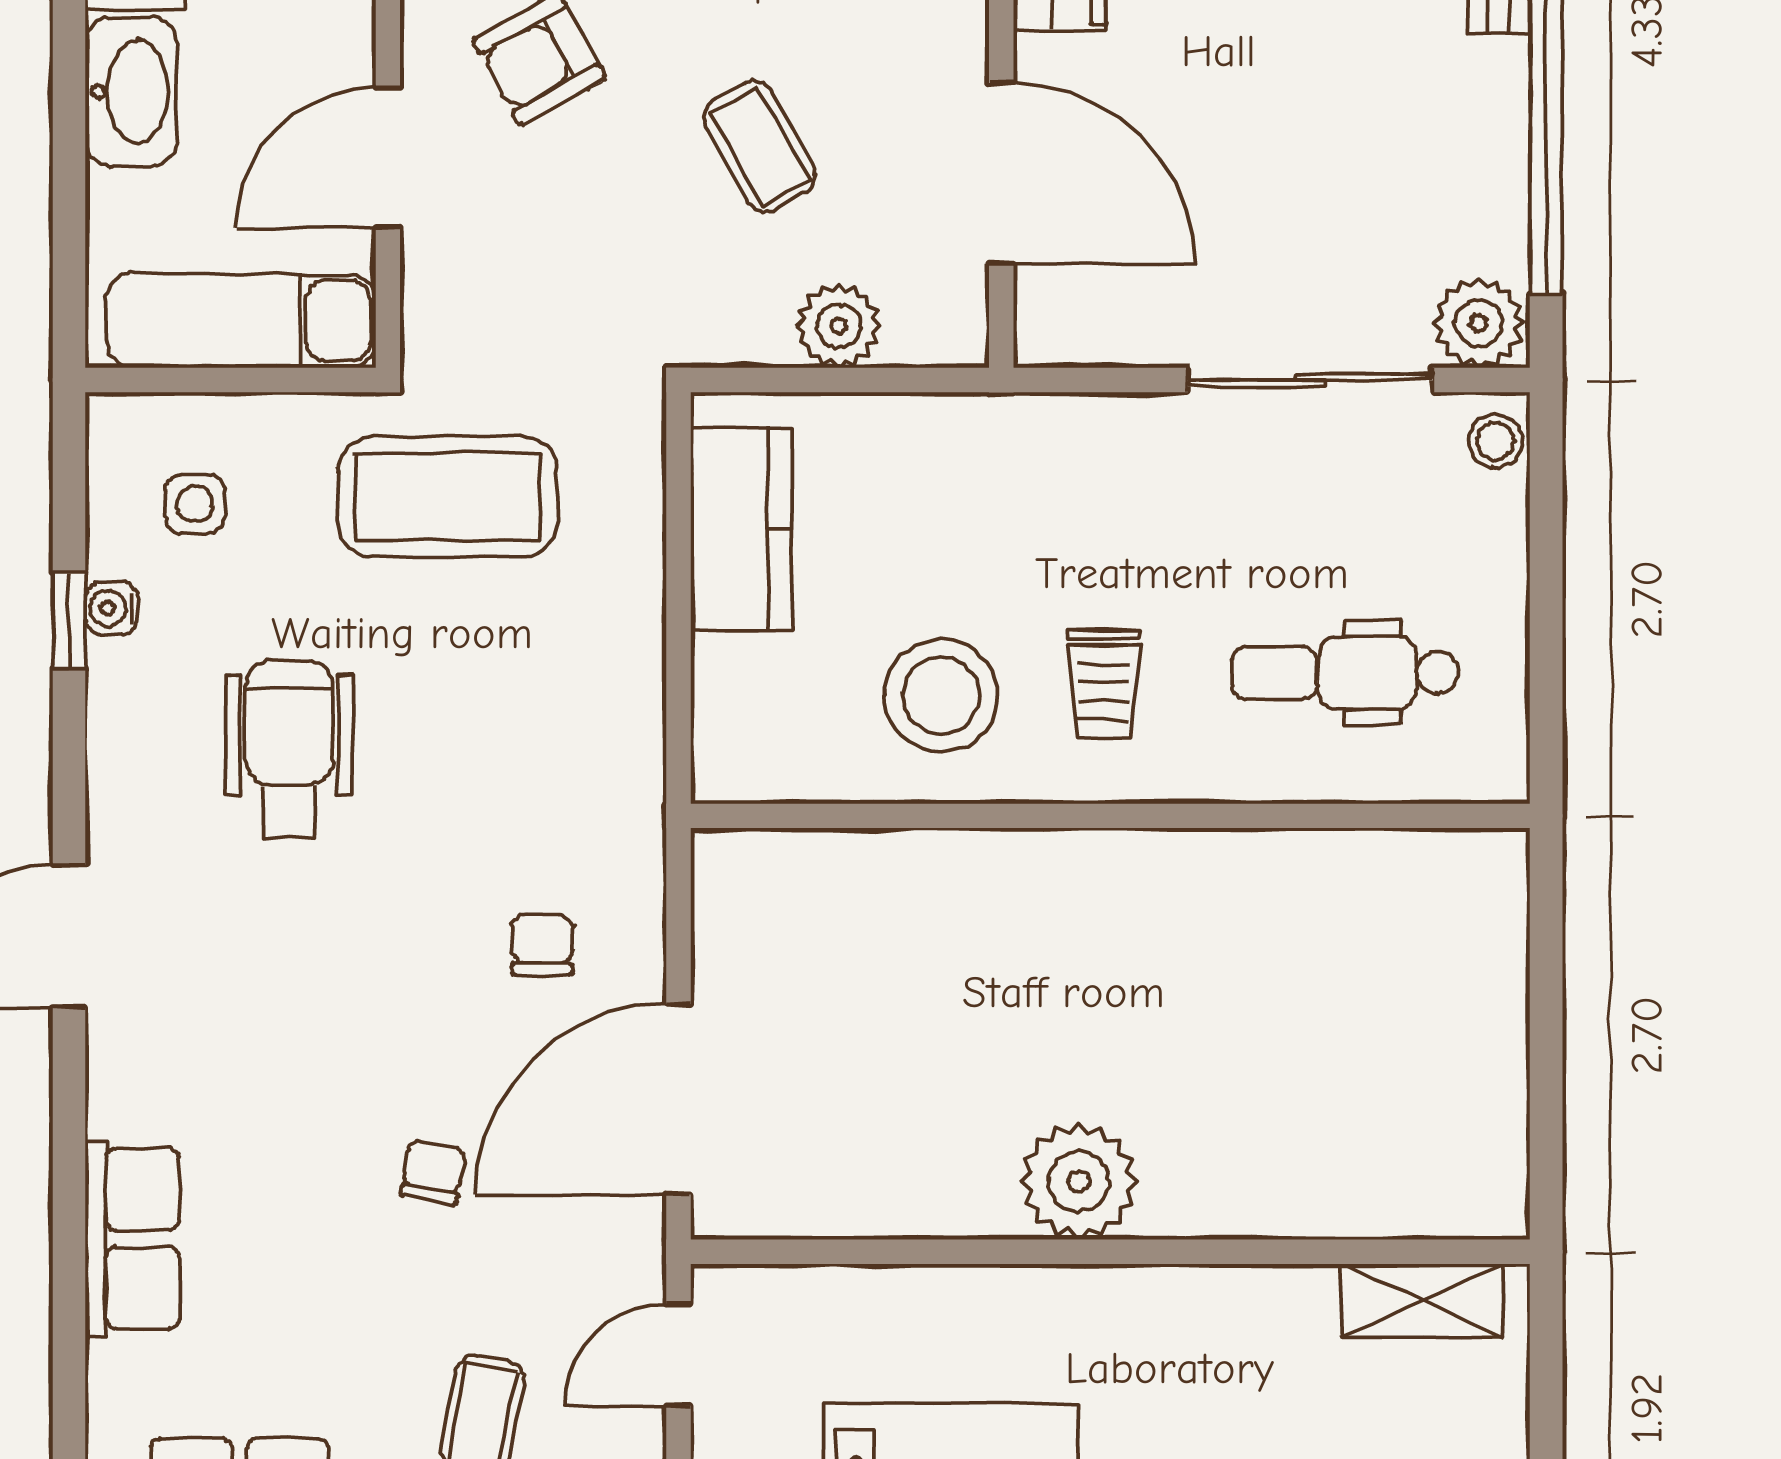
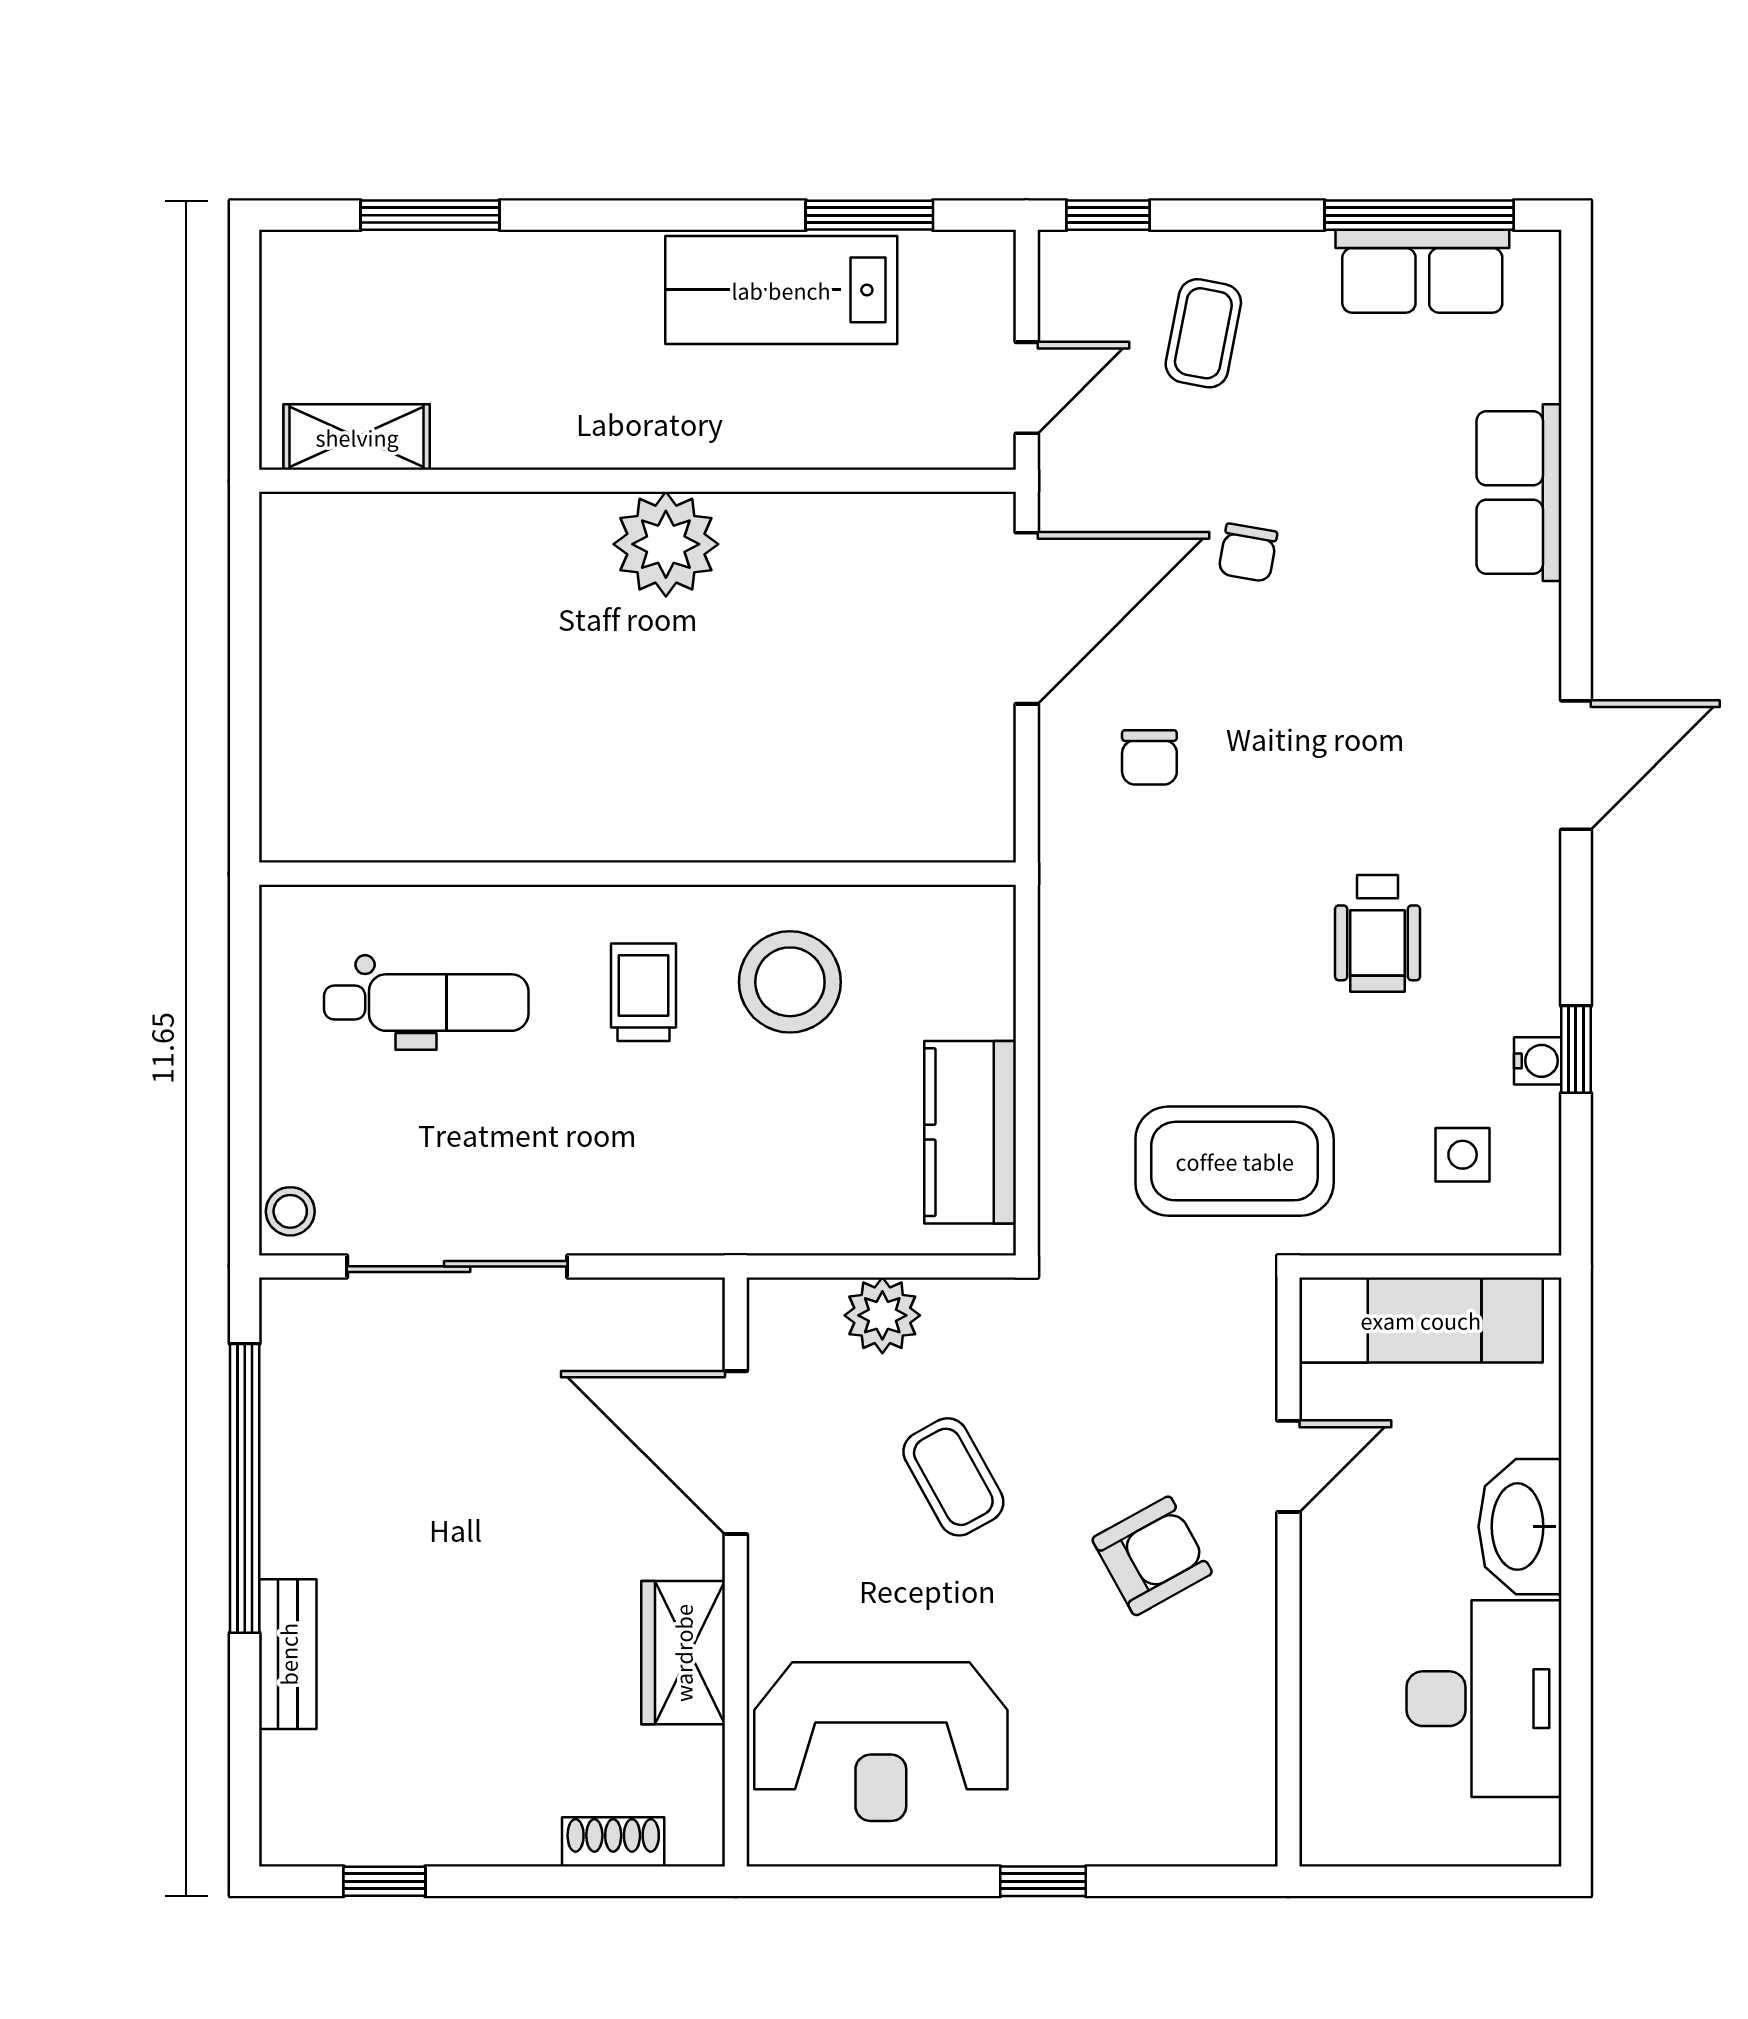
door: (388, 158) -> (1289, 1466), width x0.73
plant: (1479, 323) -> (305, 1318), removed
wheelchair: (289, 749) -> (1377, 933), width x0.73, depth x0.73

